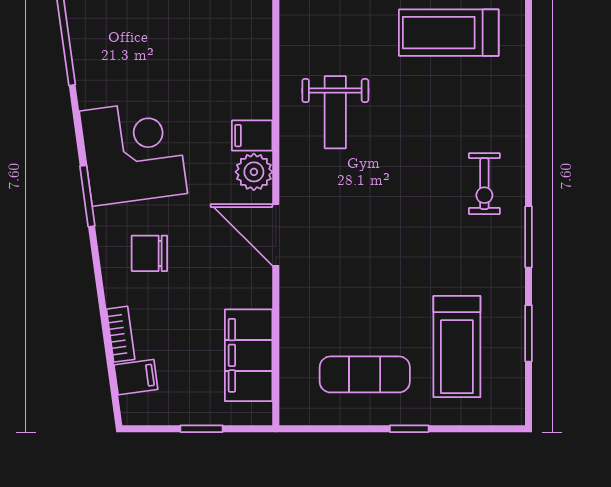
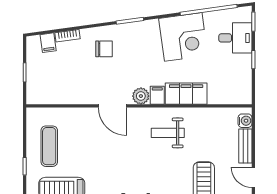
corner desk: (133, 152) -> (183, 37), moved
door: (276, 235) -> (112, 106), swing flipped
chair: (149, 253) -> (104, 49), turned 90
filing cabinet: (249, 355) -> (186, 94), moved

